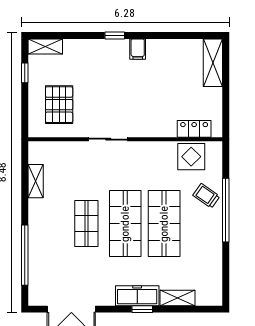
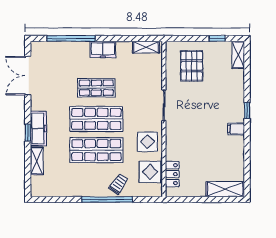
pallet: (59, 105) -> (192, 66), turned 90
display table: (154, 160) -> (148, 142), added
shelving: (36, 181) -> (146, 47), moved
freezer: (38, 215) -> (103, 49), added

